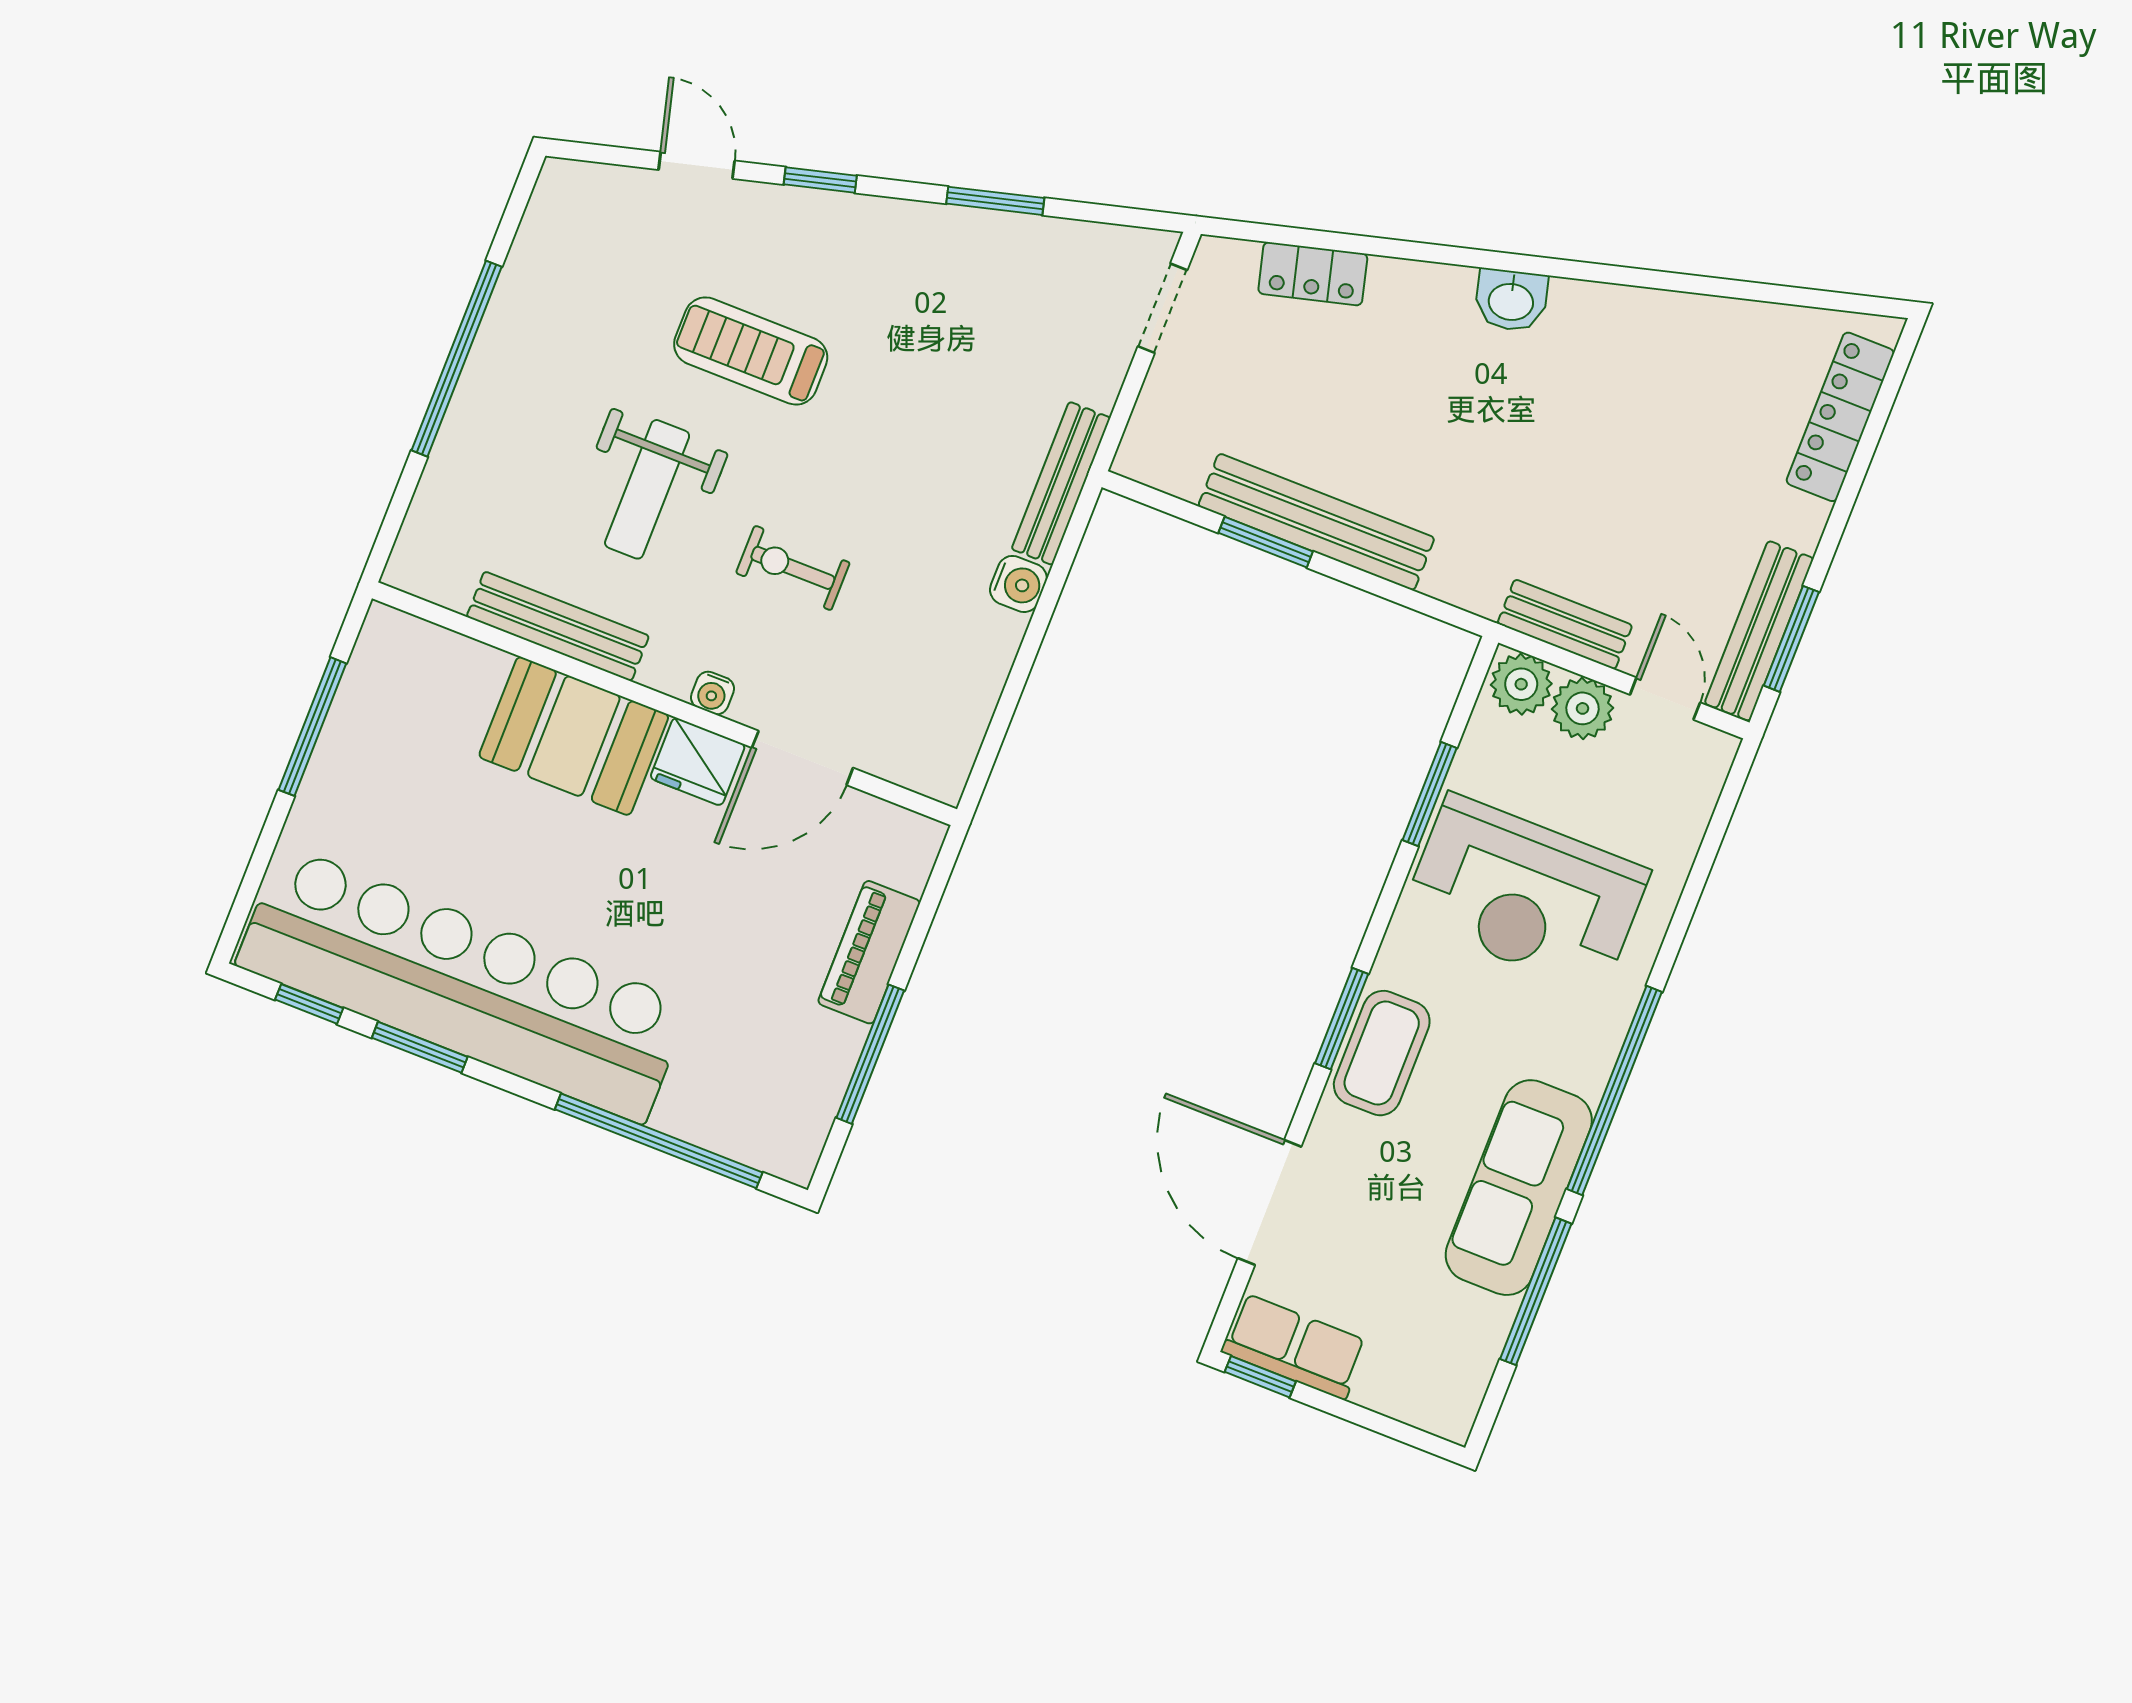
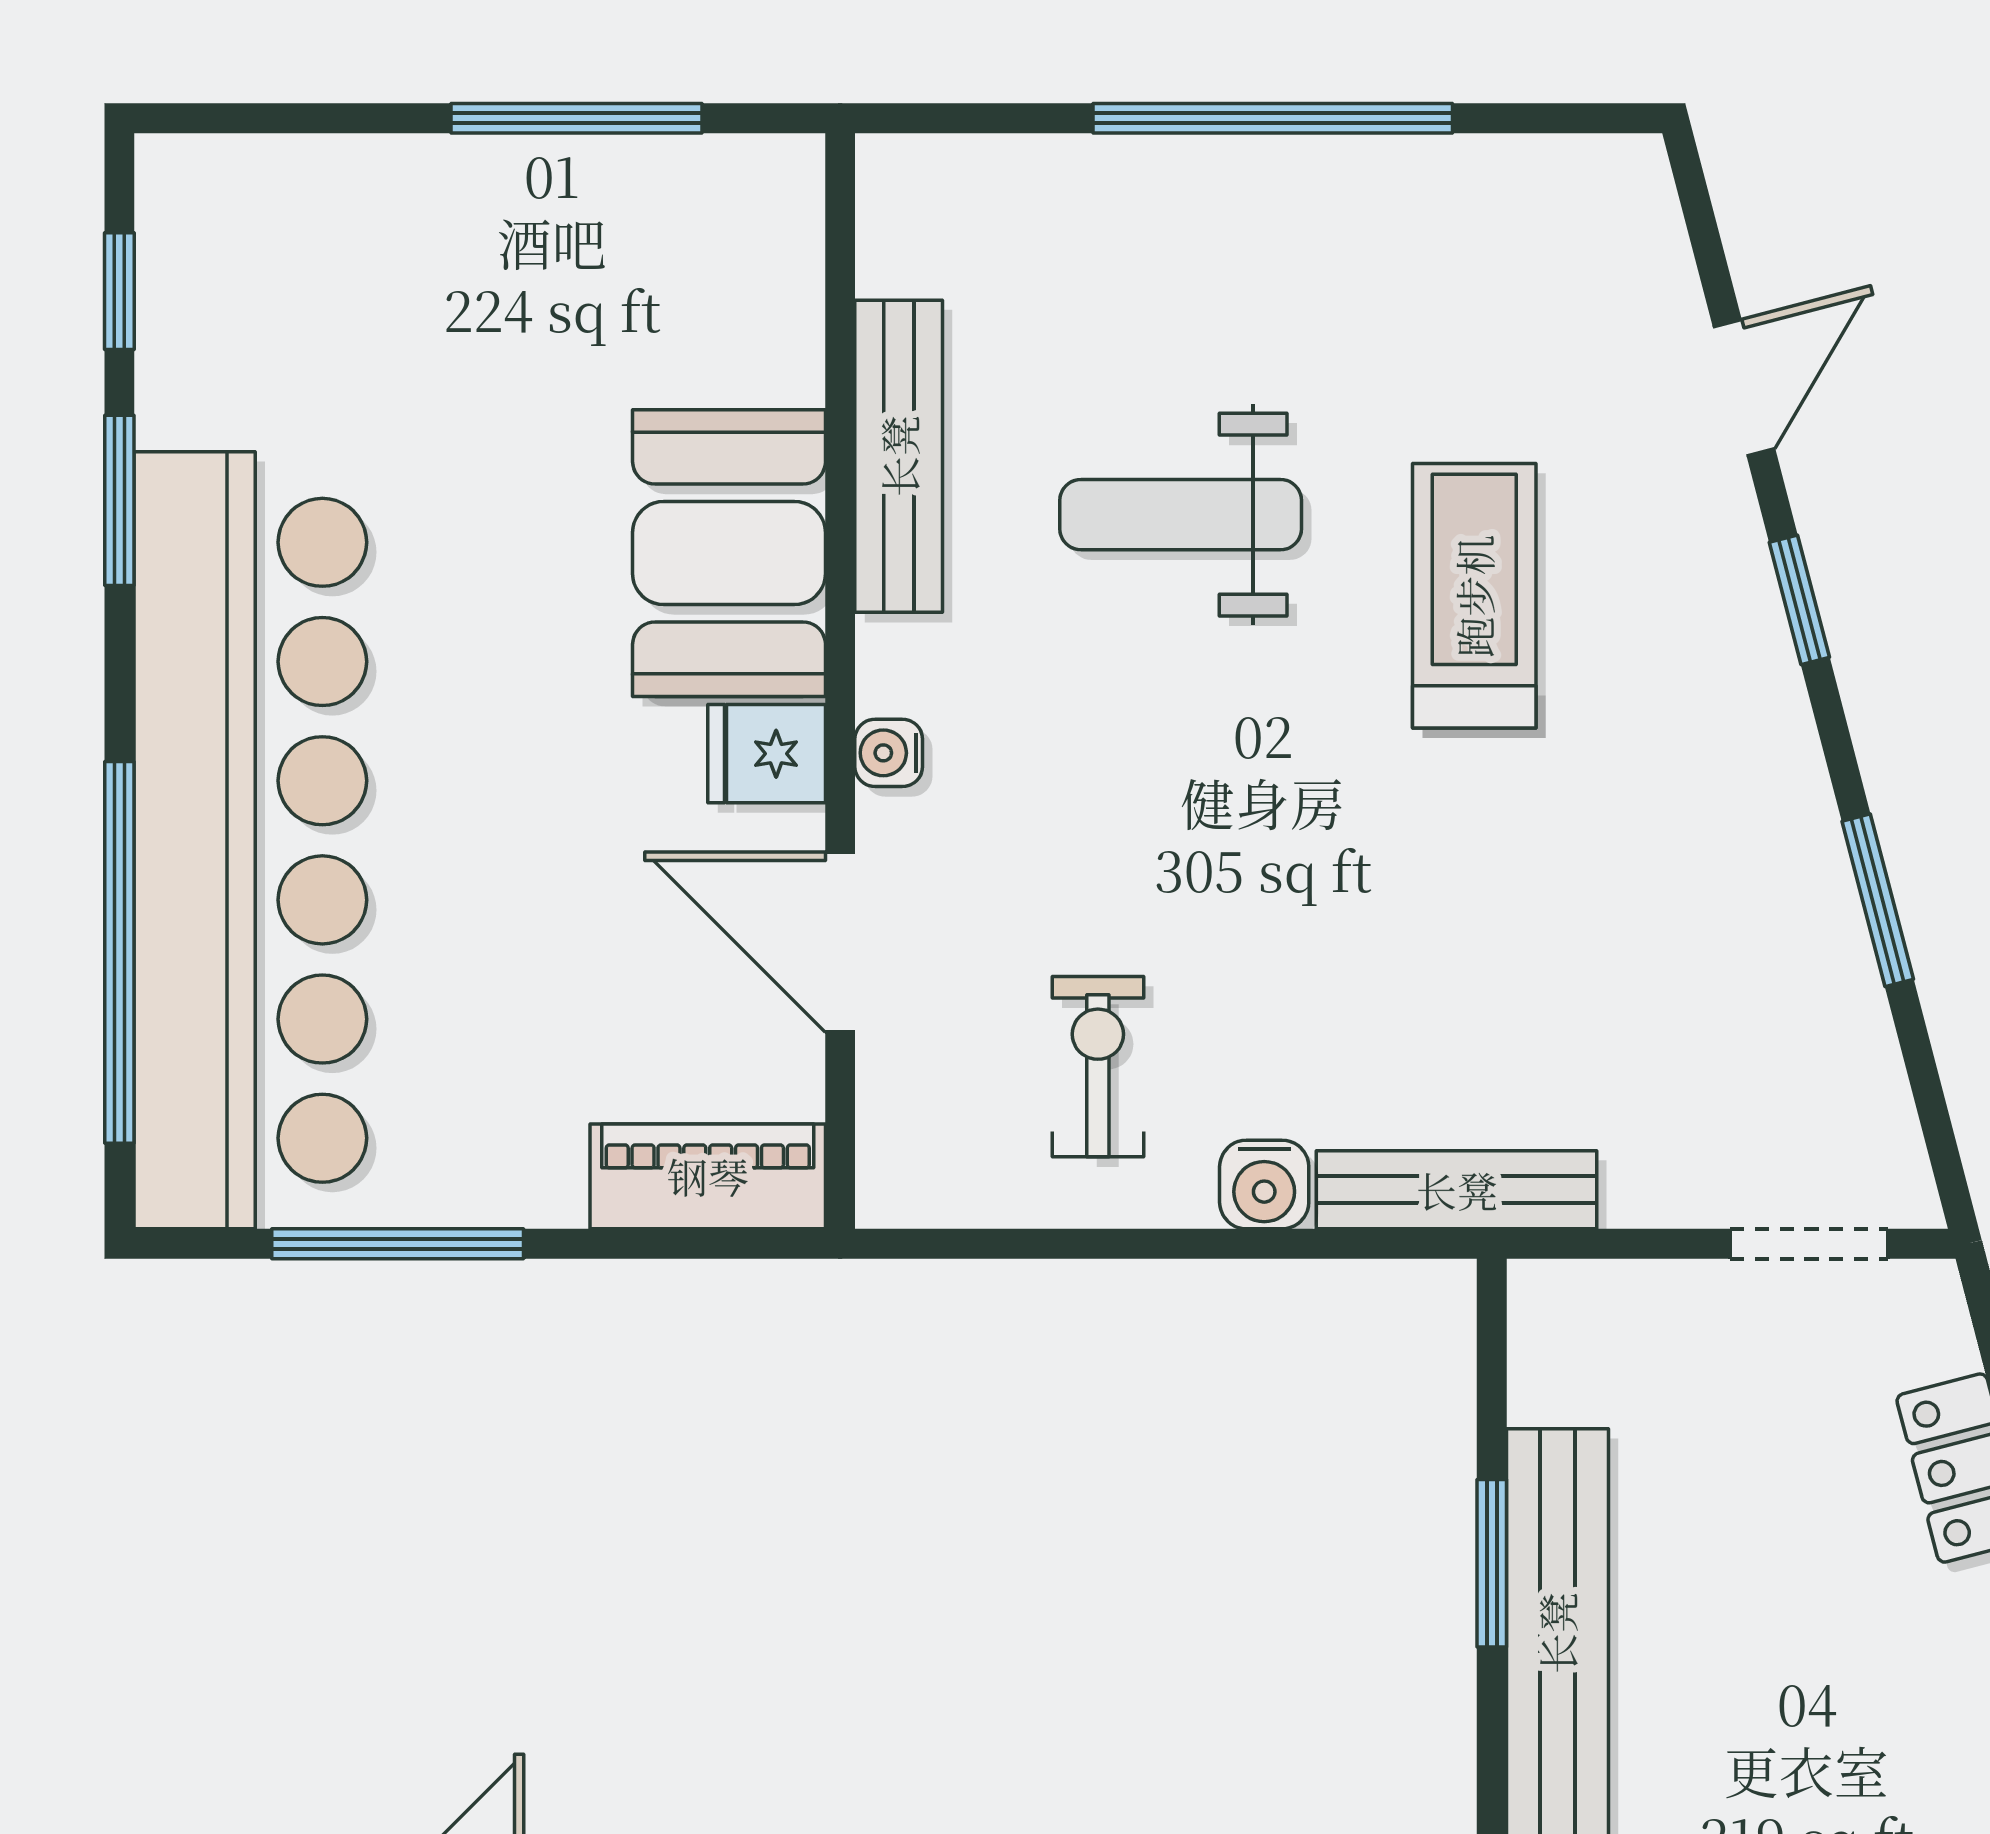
exercise bike: (793, 568) -> (1098, 1067), moved
fridge: (698, 762) -> (767, 754), width x0.72
piano: (869, 952) -> (708, 1176), moved
bar counter: (463, 984) -> (250, 840), moved

